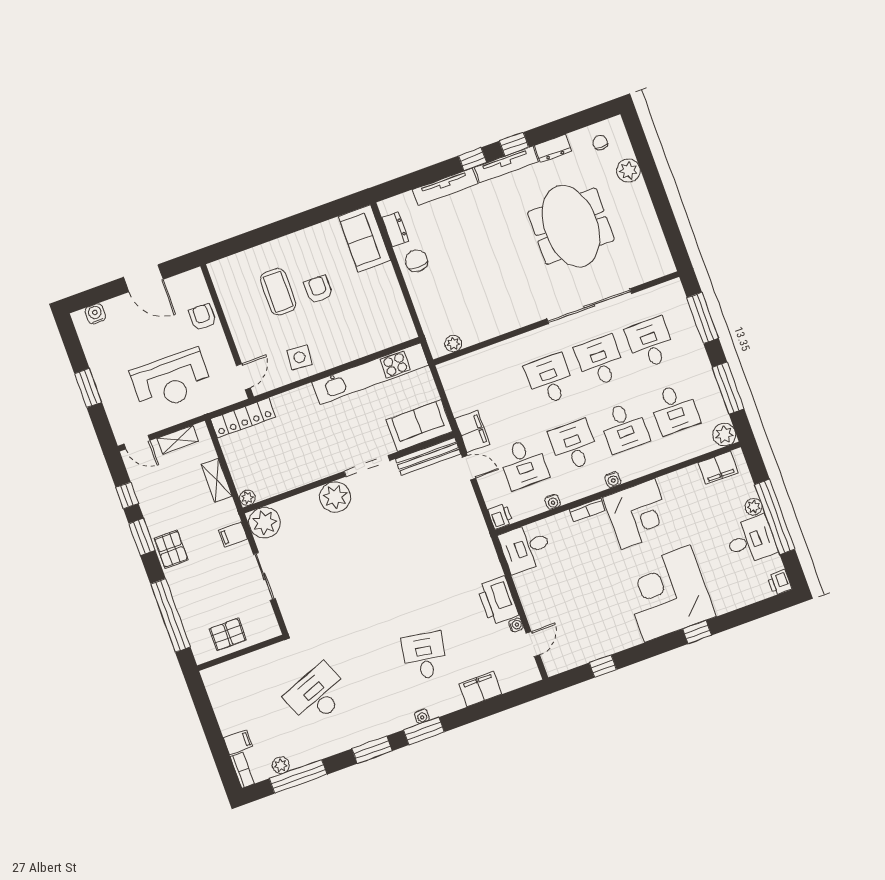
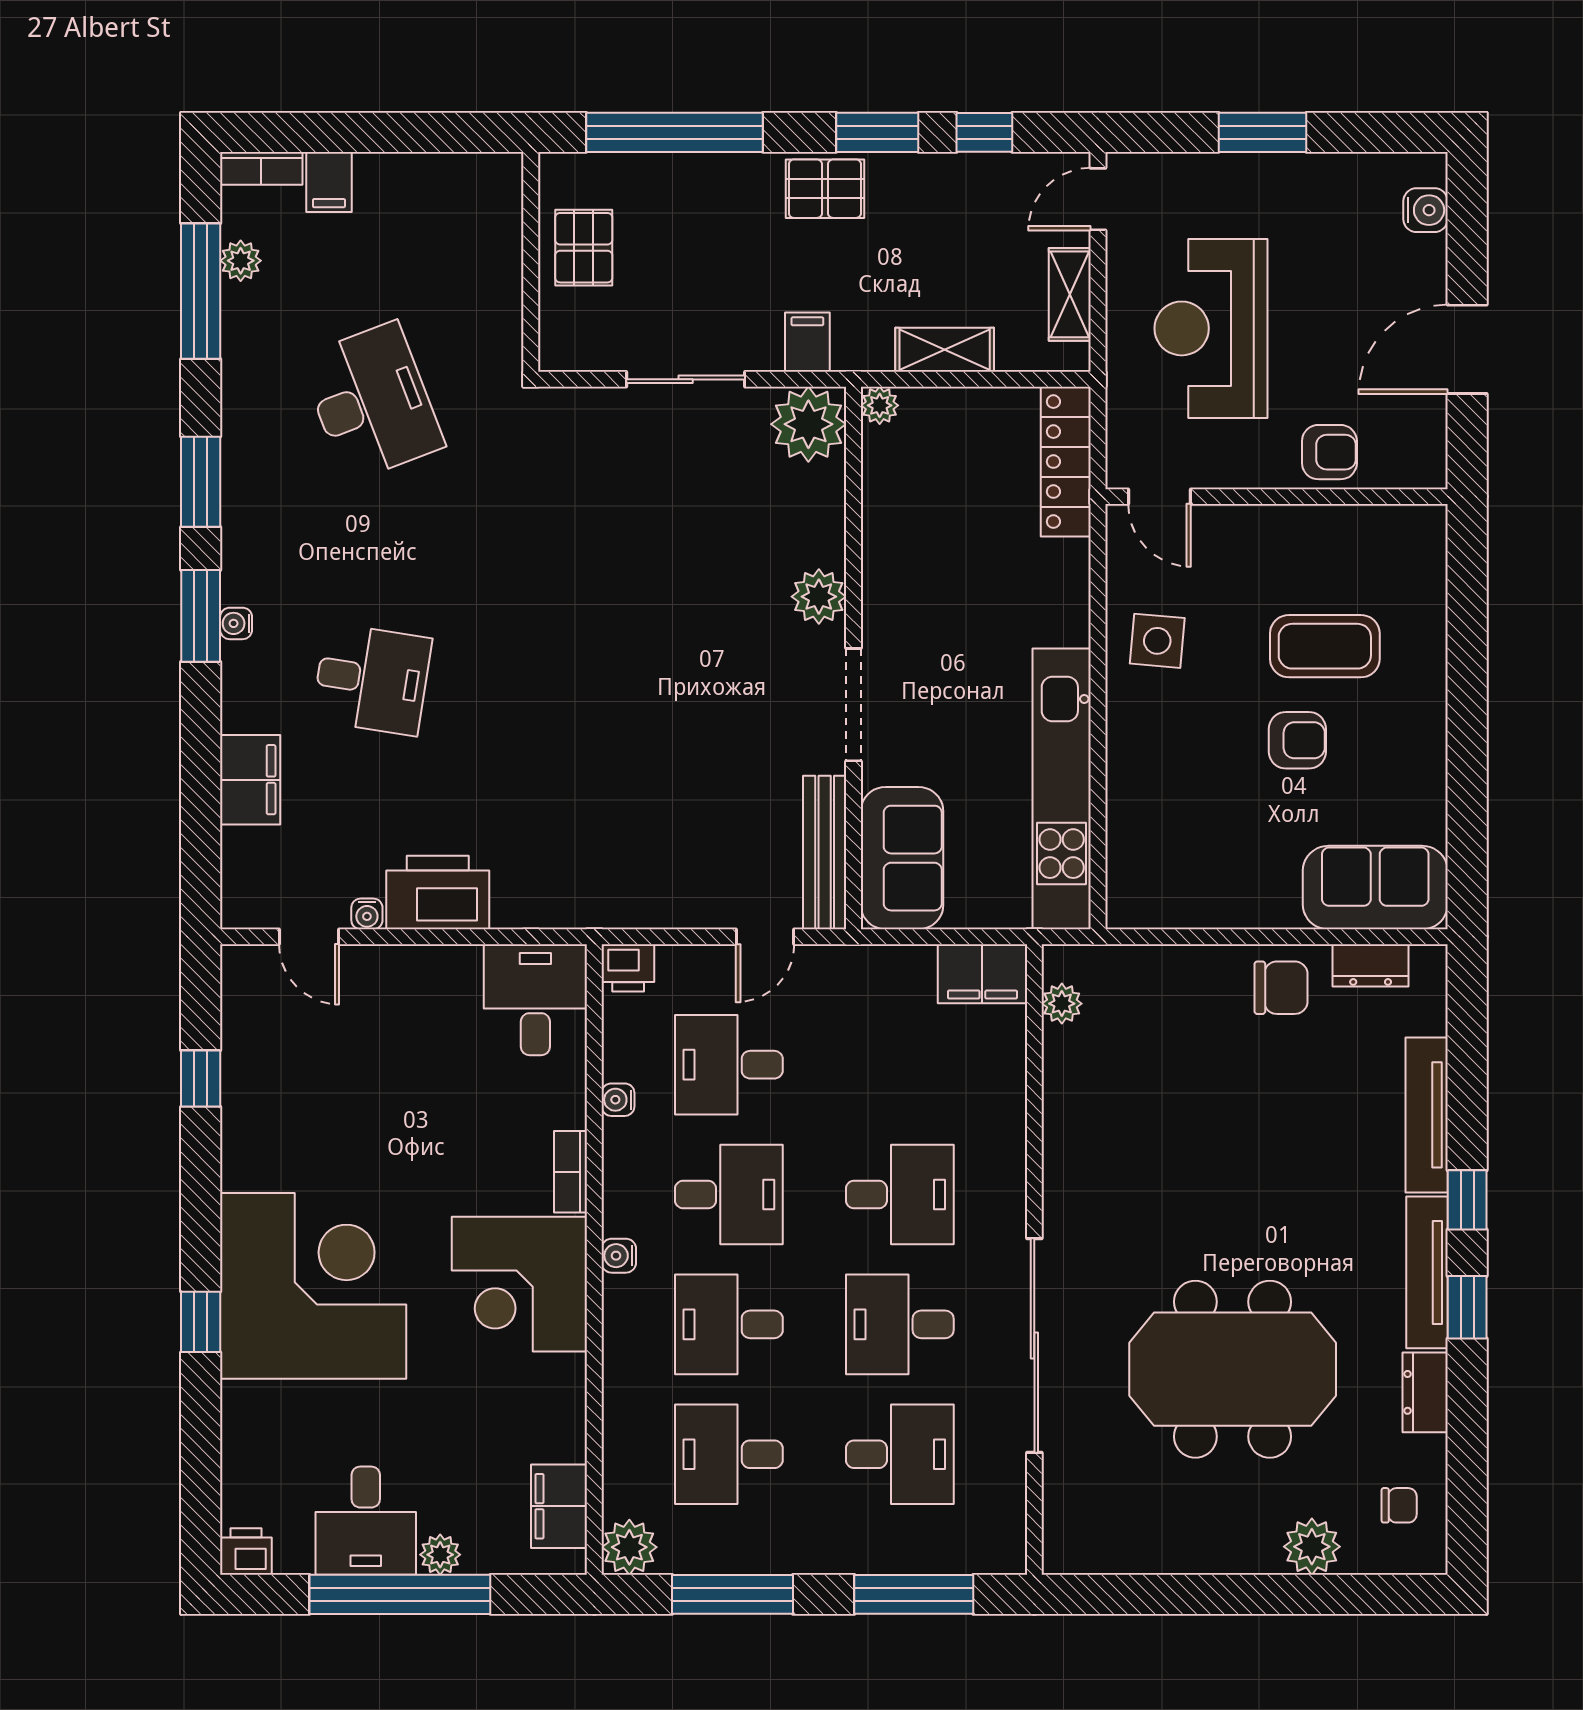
desk: (600, 361) -> (900, 1324), turned 180
filing cabinet: (472, 432) -> (982, 974), moved
plant: (335, 497) -> (819, 597), width x0.73, depth x0.73

